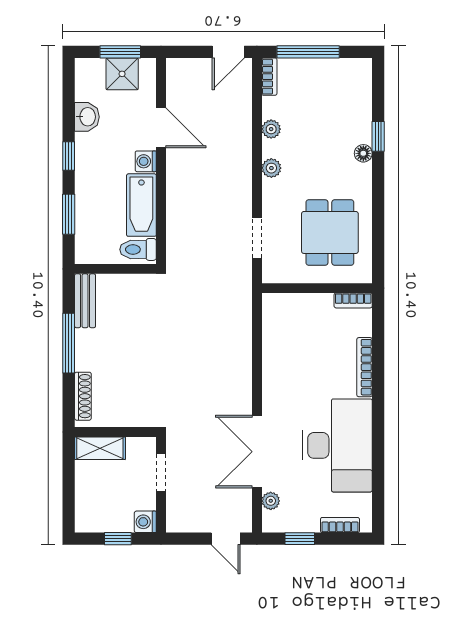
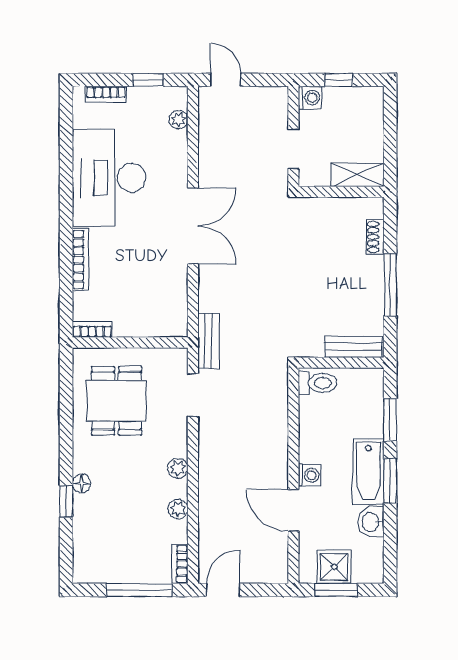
window: (69, 156) -> (390, 481), width x1.50
bathtub: (141, 205) -> (368, 472), moved, turned 180
bench: (242, 289) -> (208, 341), added
bench: (85, 301) -> (353, 347), moved, turned 90
shoe rack: (83, 396) -> (375, 237), width x0.70
double door: (257, 452) -> (193, 226), moved

